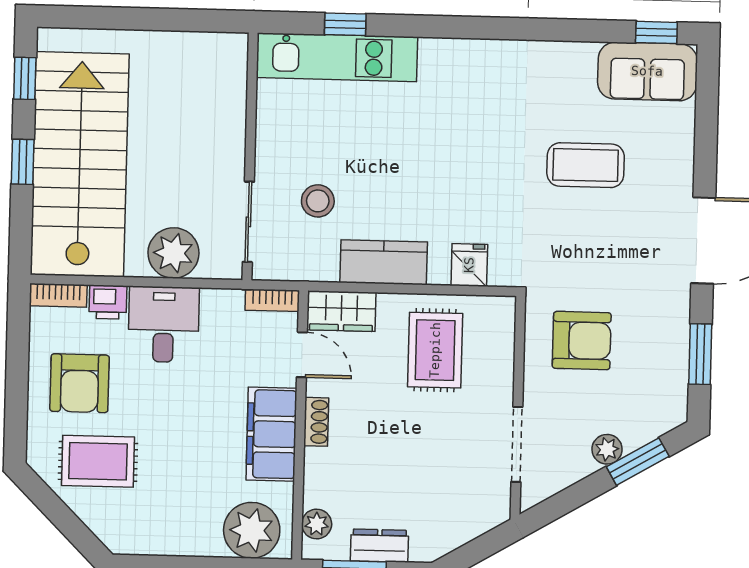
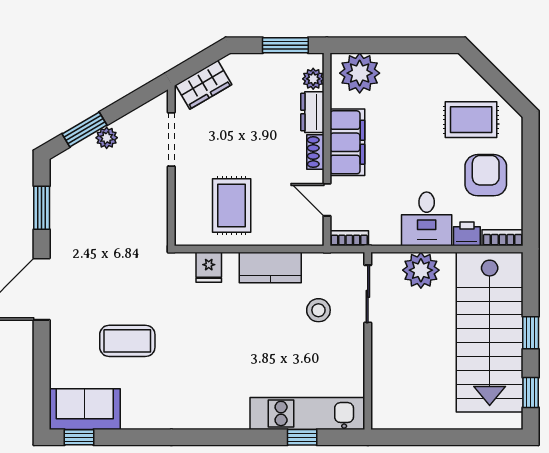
wardrobe: (341, 311) -> (204, 85), moved, turned 150
armchair: (582, 341) -> (127, 215), removed
dresser: (379, 546) -> (312, 112), moved, turned 90

